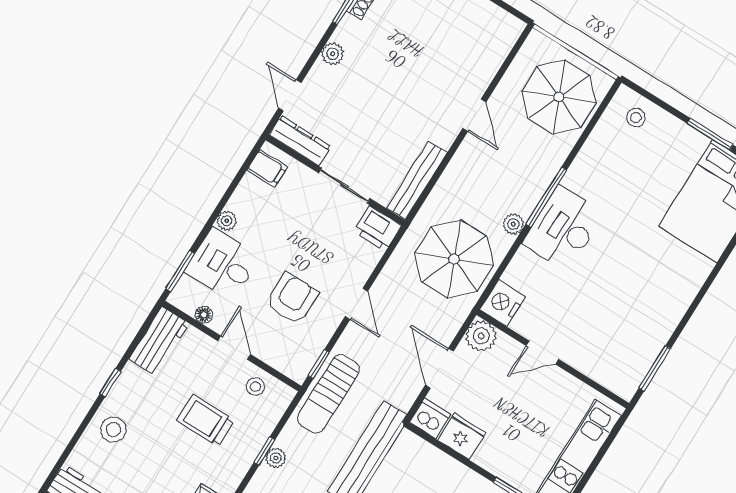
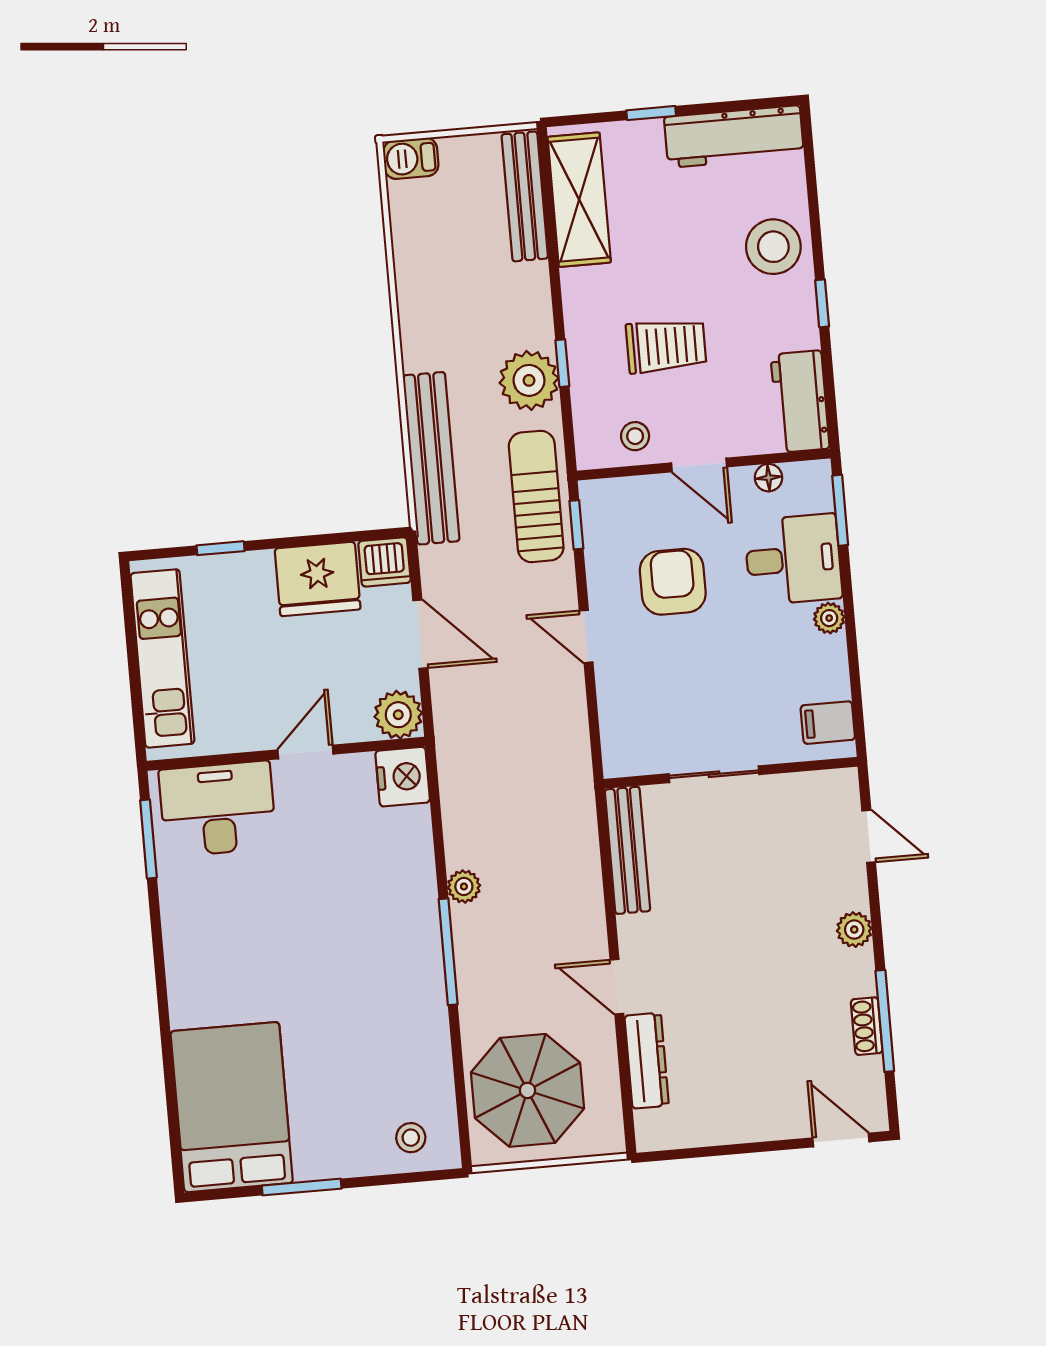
dresser: (300, 141) -> (647, 1061), moved, turned -90
desk: (563, 228) -> (218, 809), moved, turned -90
printer: (377, 229) -> (631, 752), removed
parasol: (454, 259) -> (506, 786), removed
armchair: (292, 299) -> (673, 582), turned 180
stool: (113, 430) -> (773, 247), width x1.38, depth x1.38
fridge: (462, 436) -> (318, 579), width x1.36, depth x1.34
plant: (276, 458) -> (529, 380), width x1.88, depth x1.88

